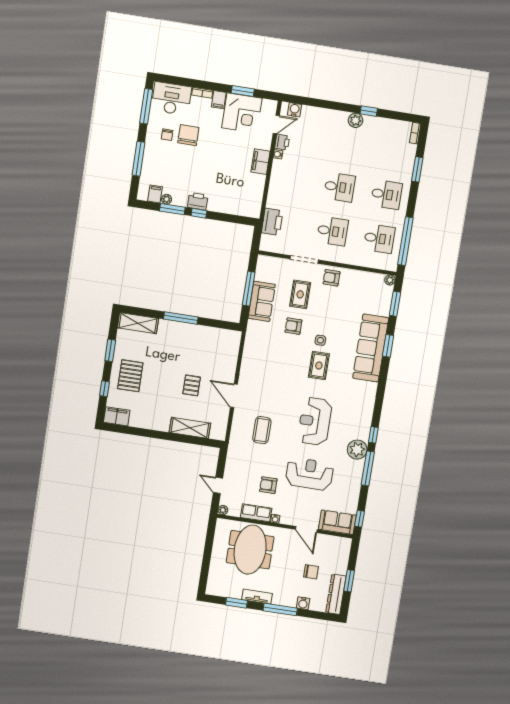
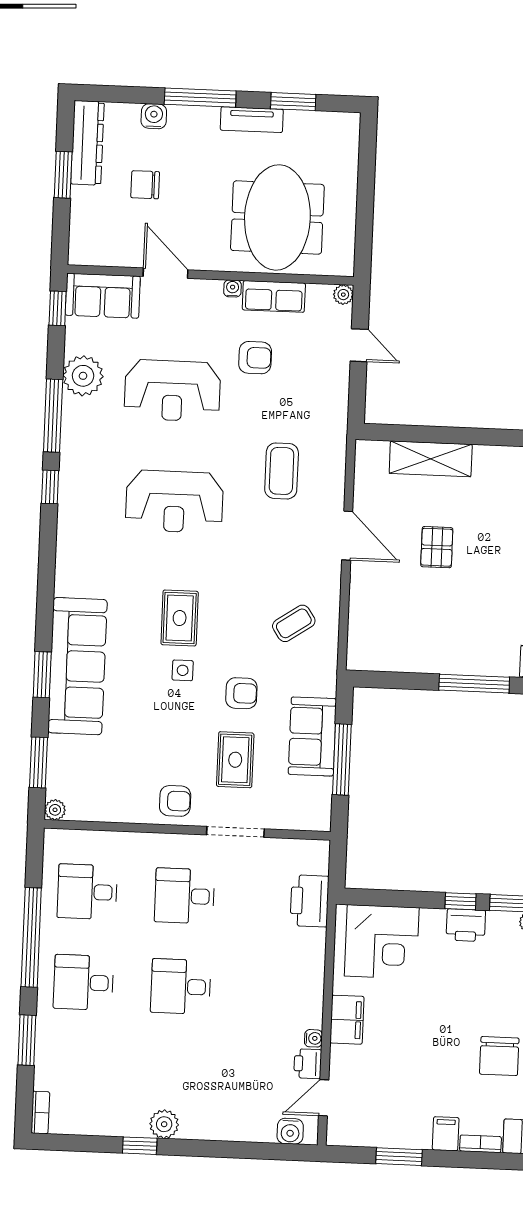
corner desk: (242, 113) -> (382, 942), moved, turned 180
window: (405, 241) -> (31, 937), moved
coffee table: (264, 357) -> (294, 623), added
reception desk: (315, 421) -> (174, 502), turned 90
plant: (357, 450) -> (83, 376), moved

